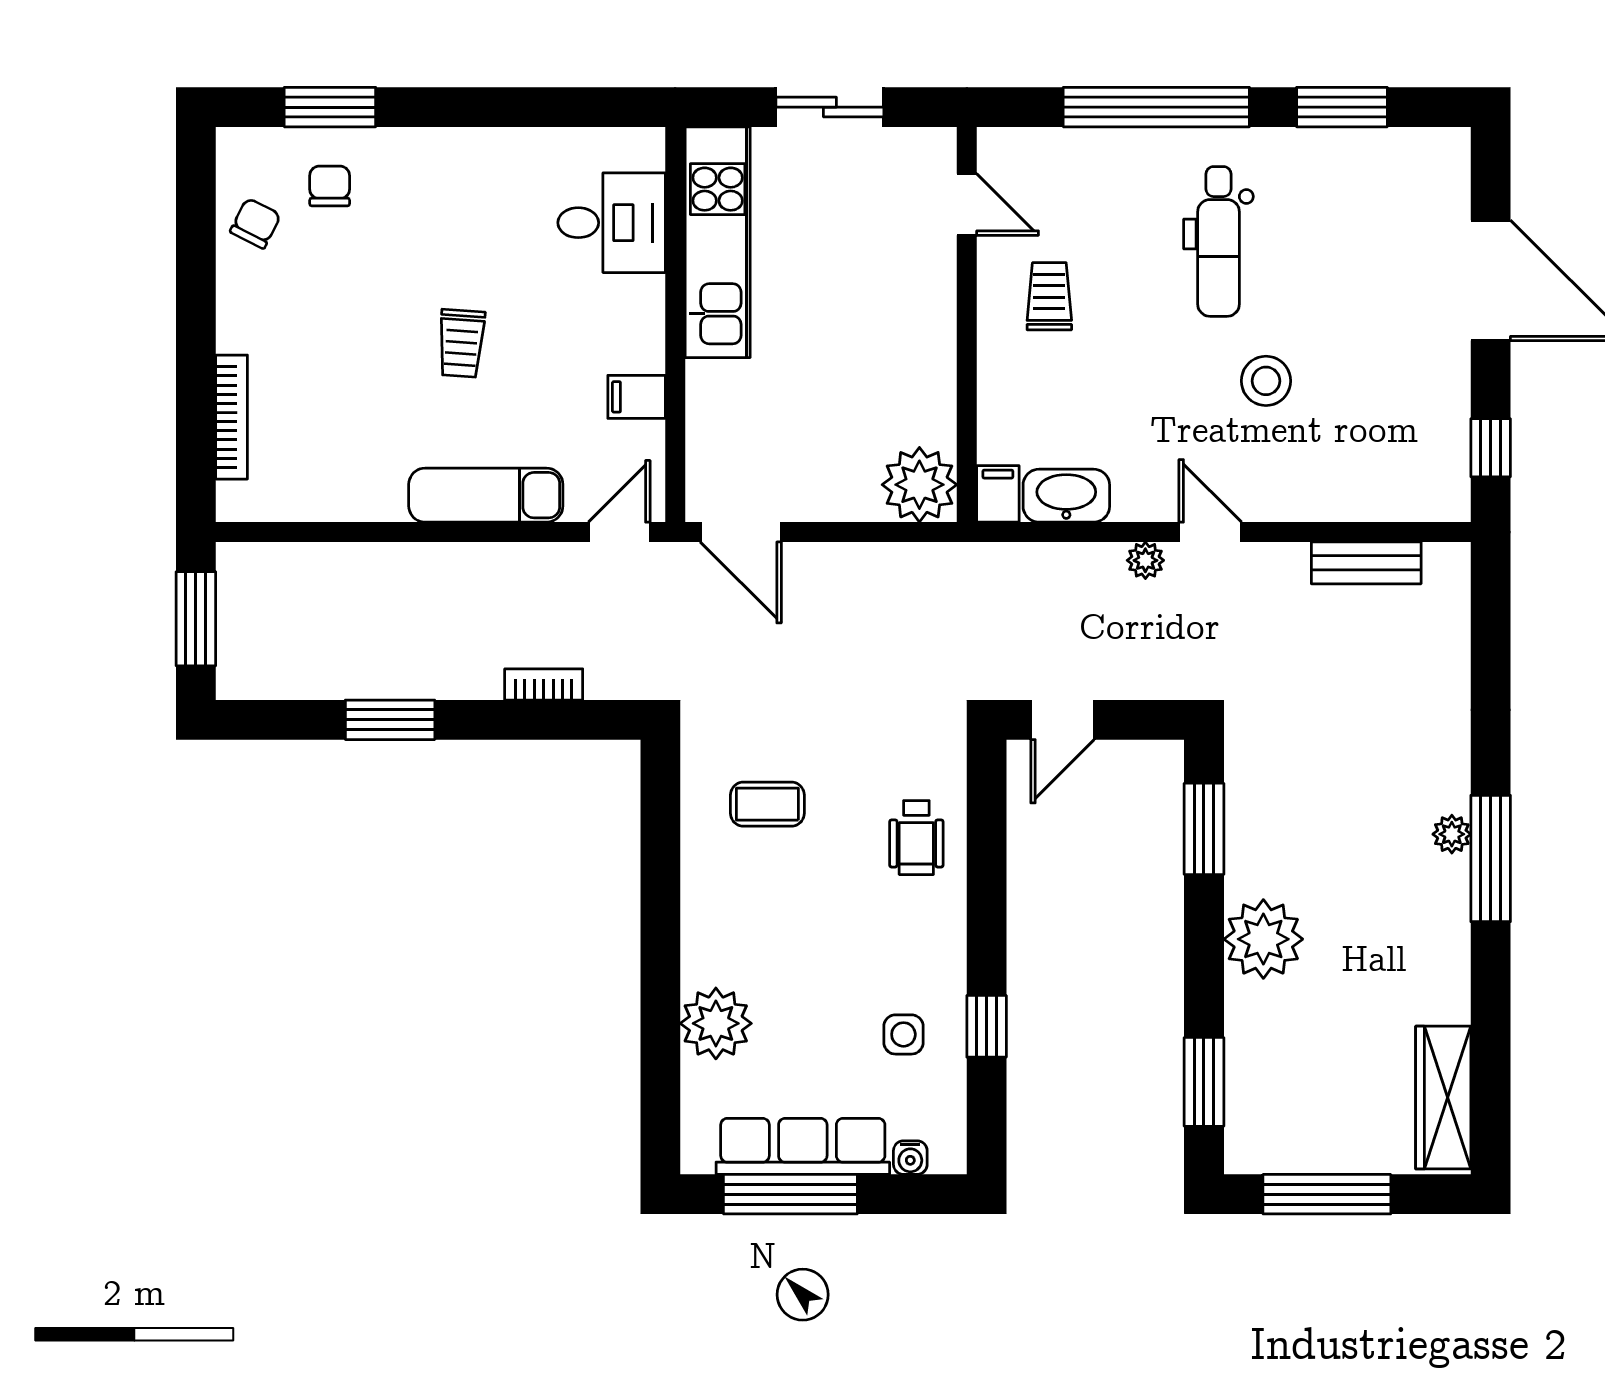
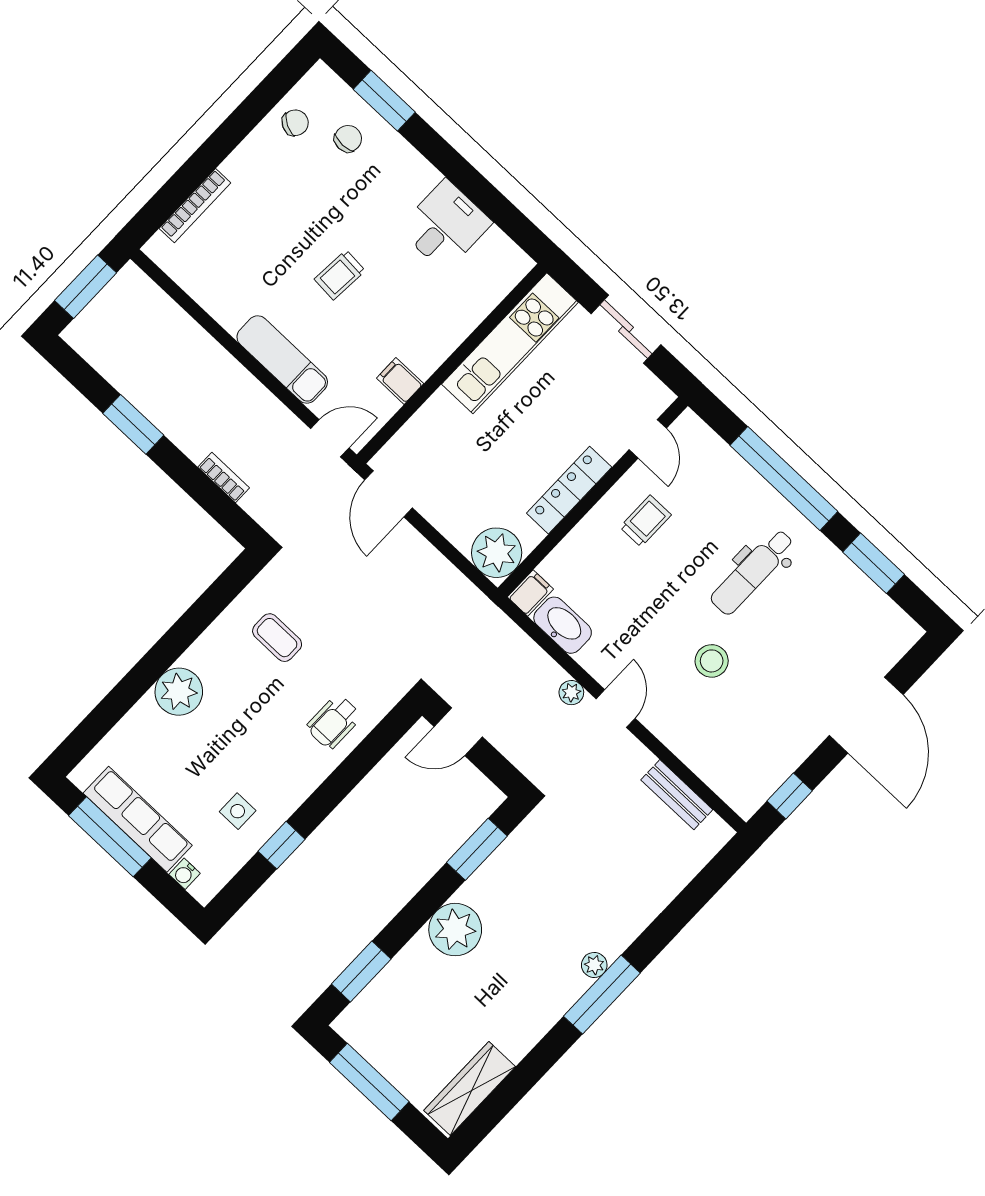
desk: (612, 223) -> (445, 226), moved, turned -90
locker: (934, 342) -> (569, 490), added
plant: (716, 1023) -> (179, 692), moved

